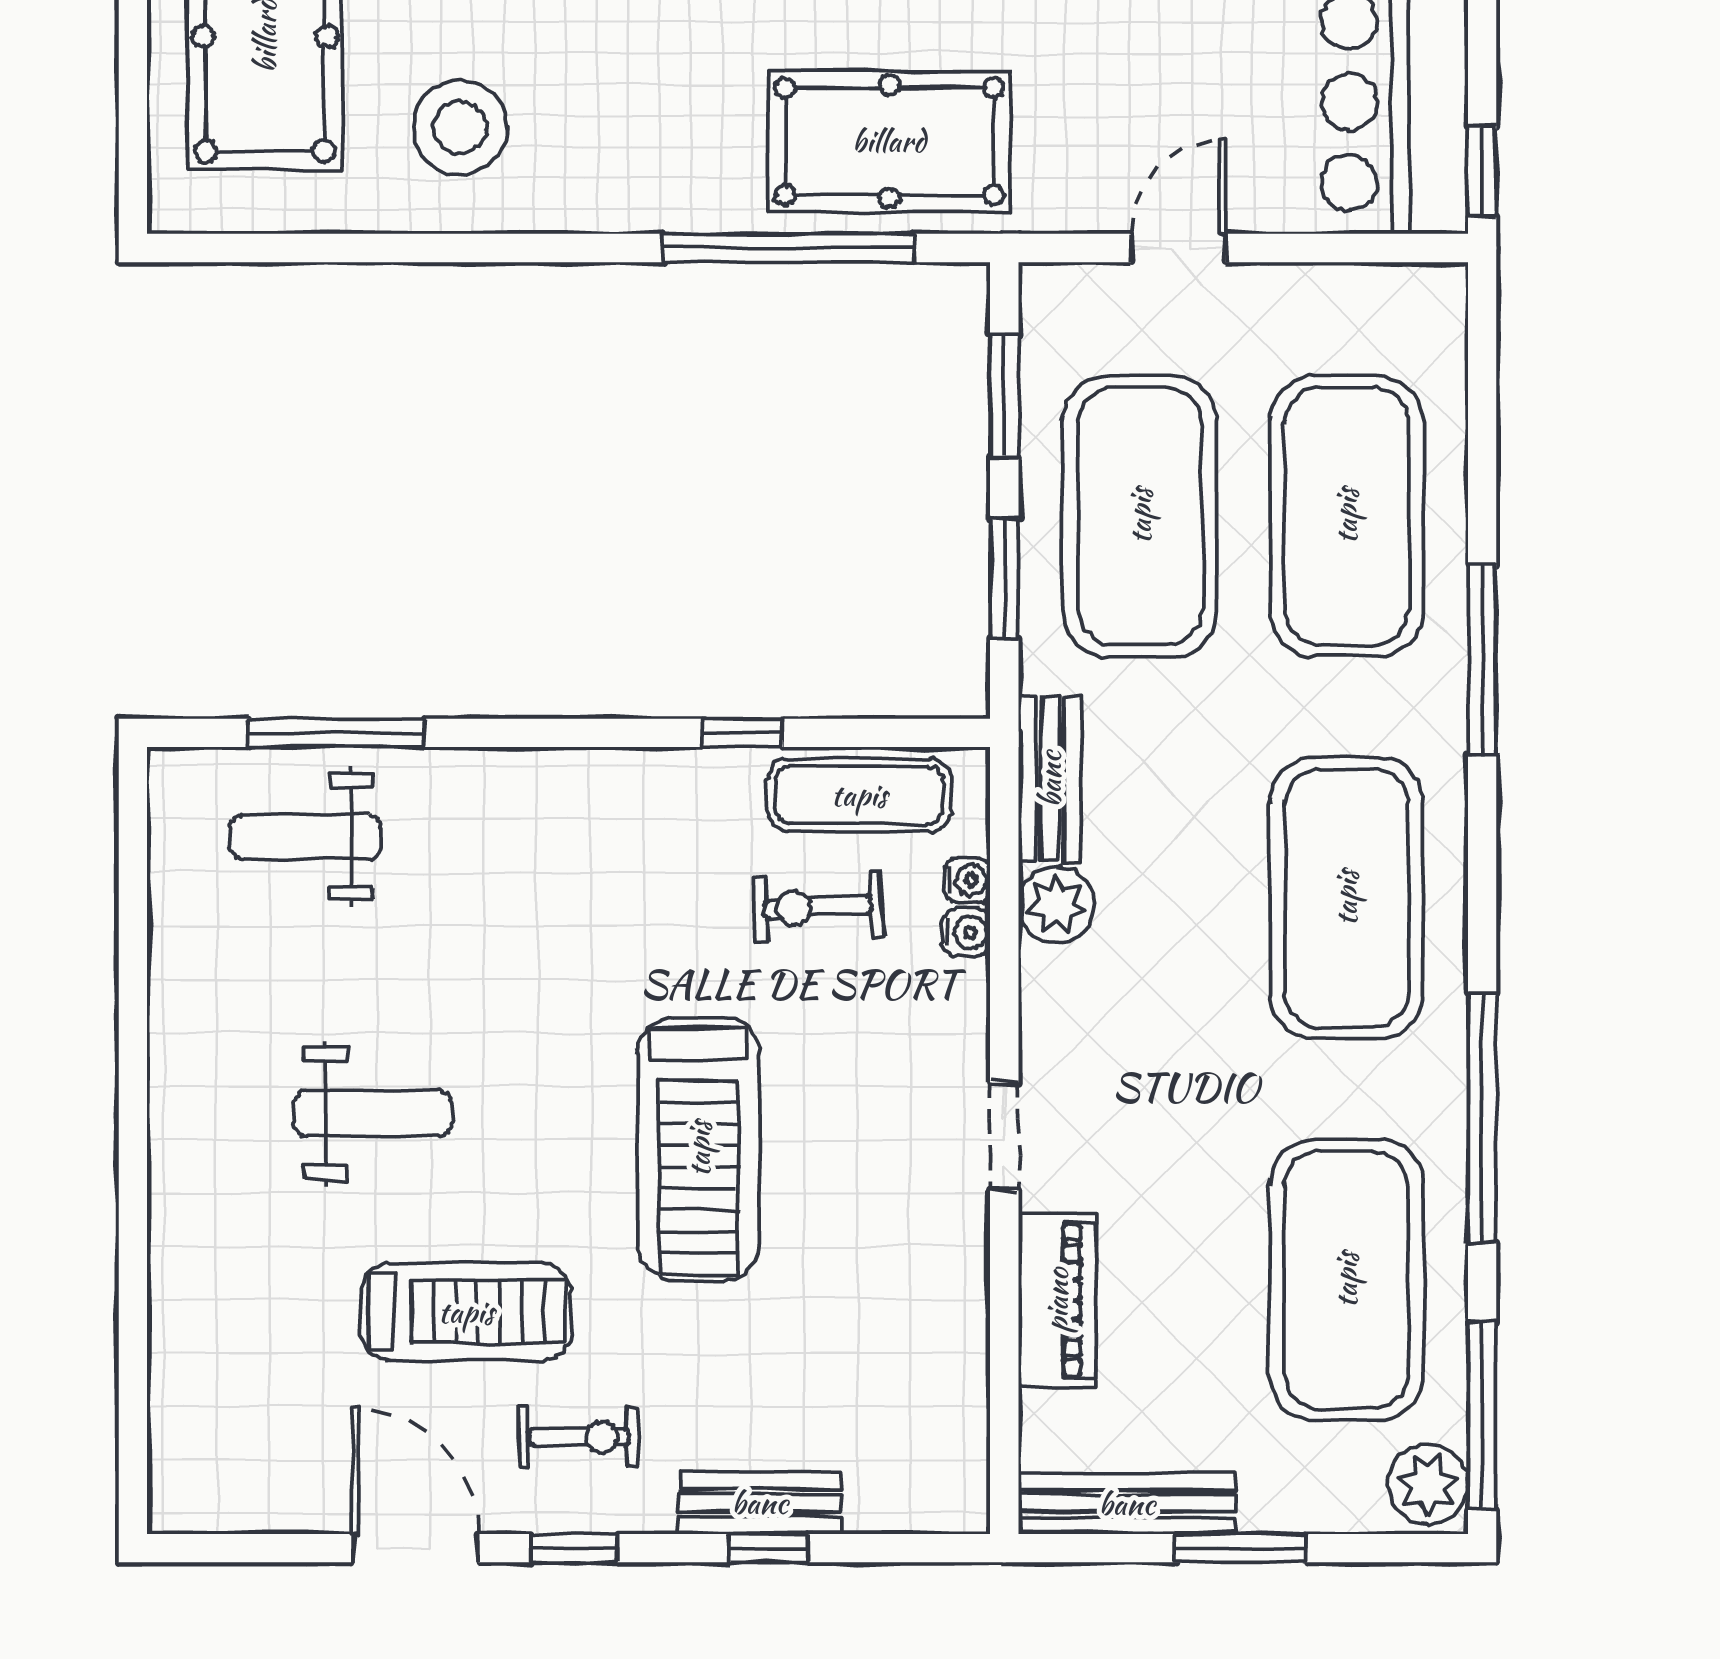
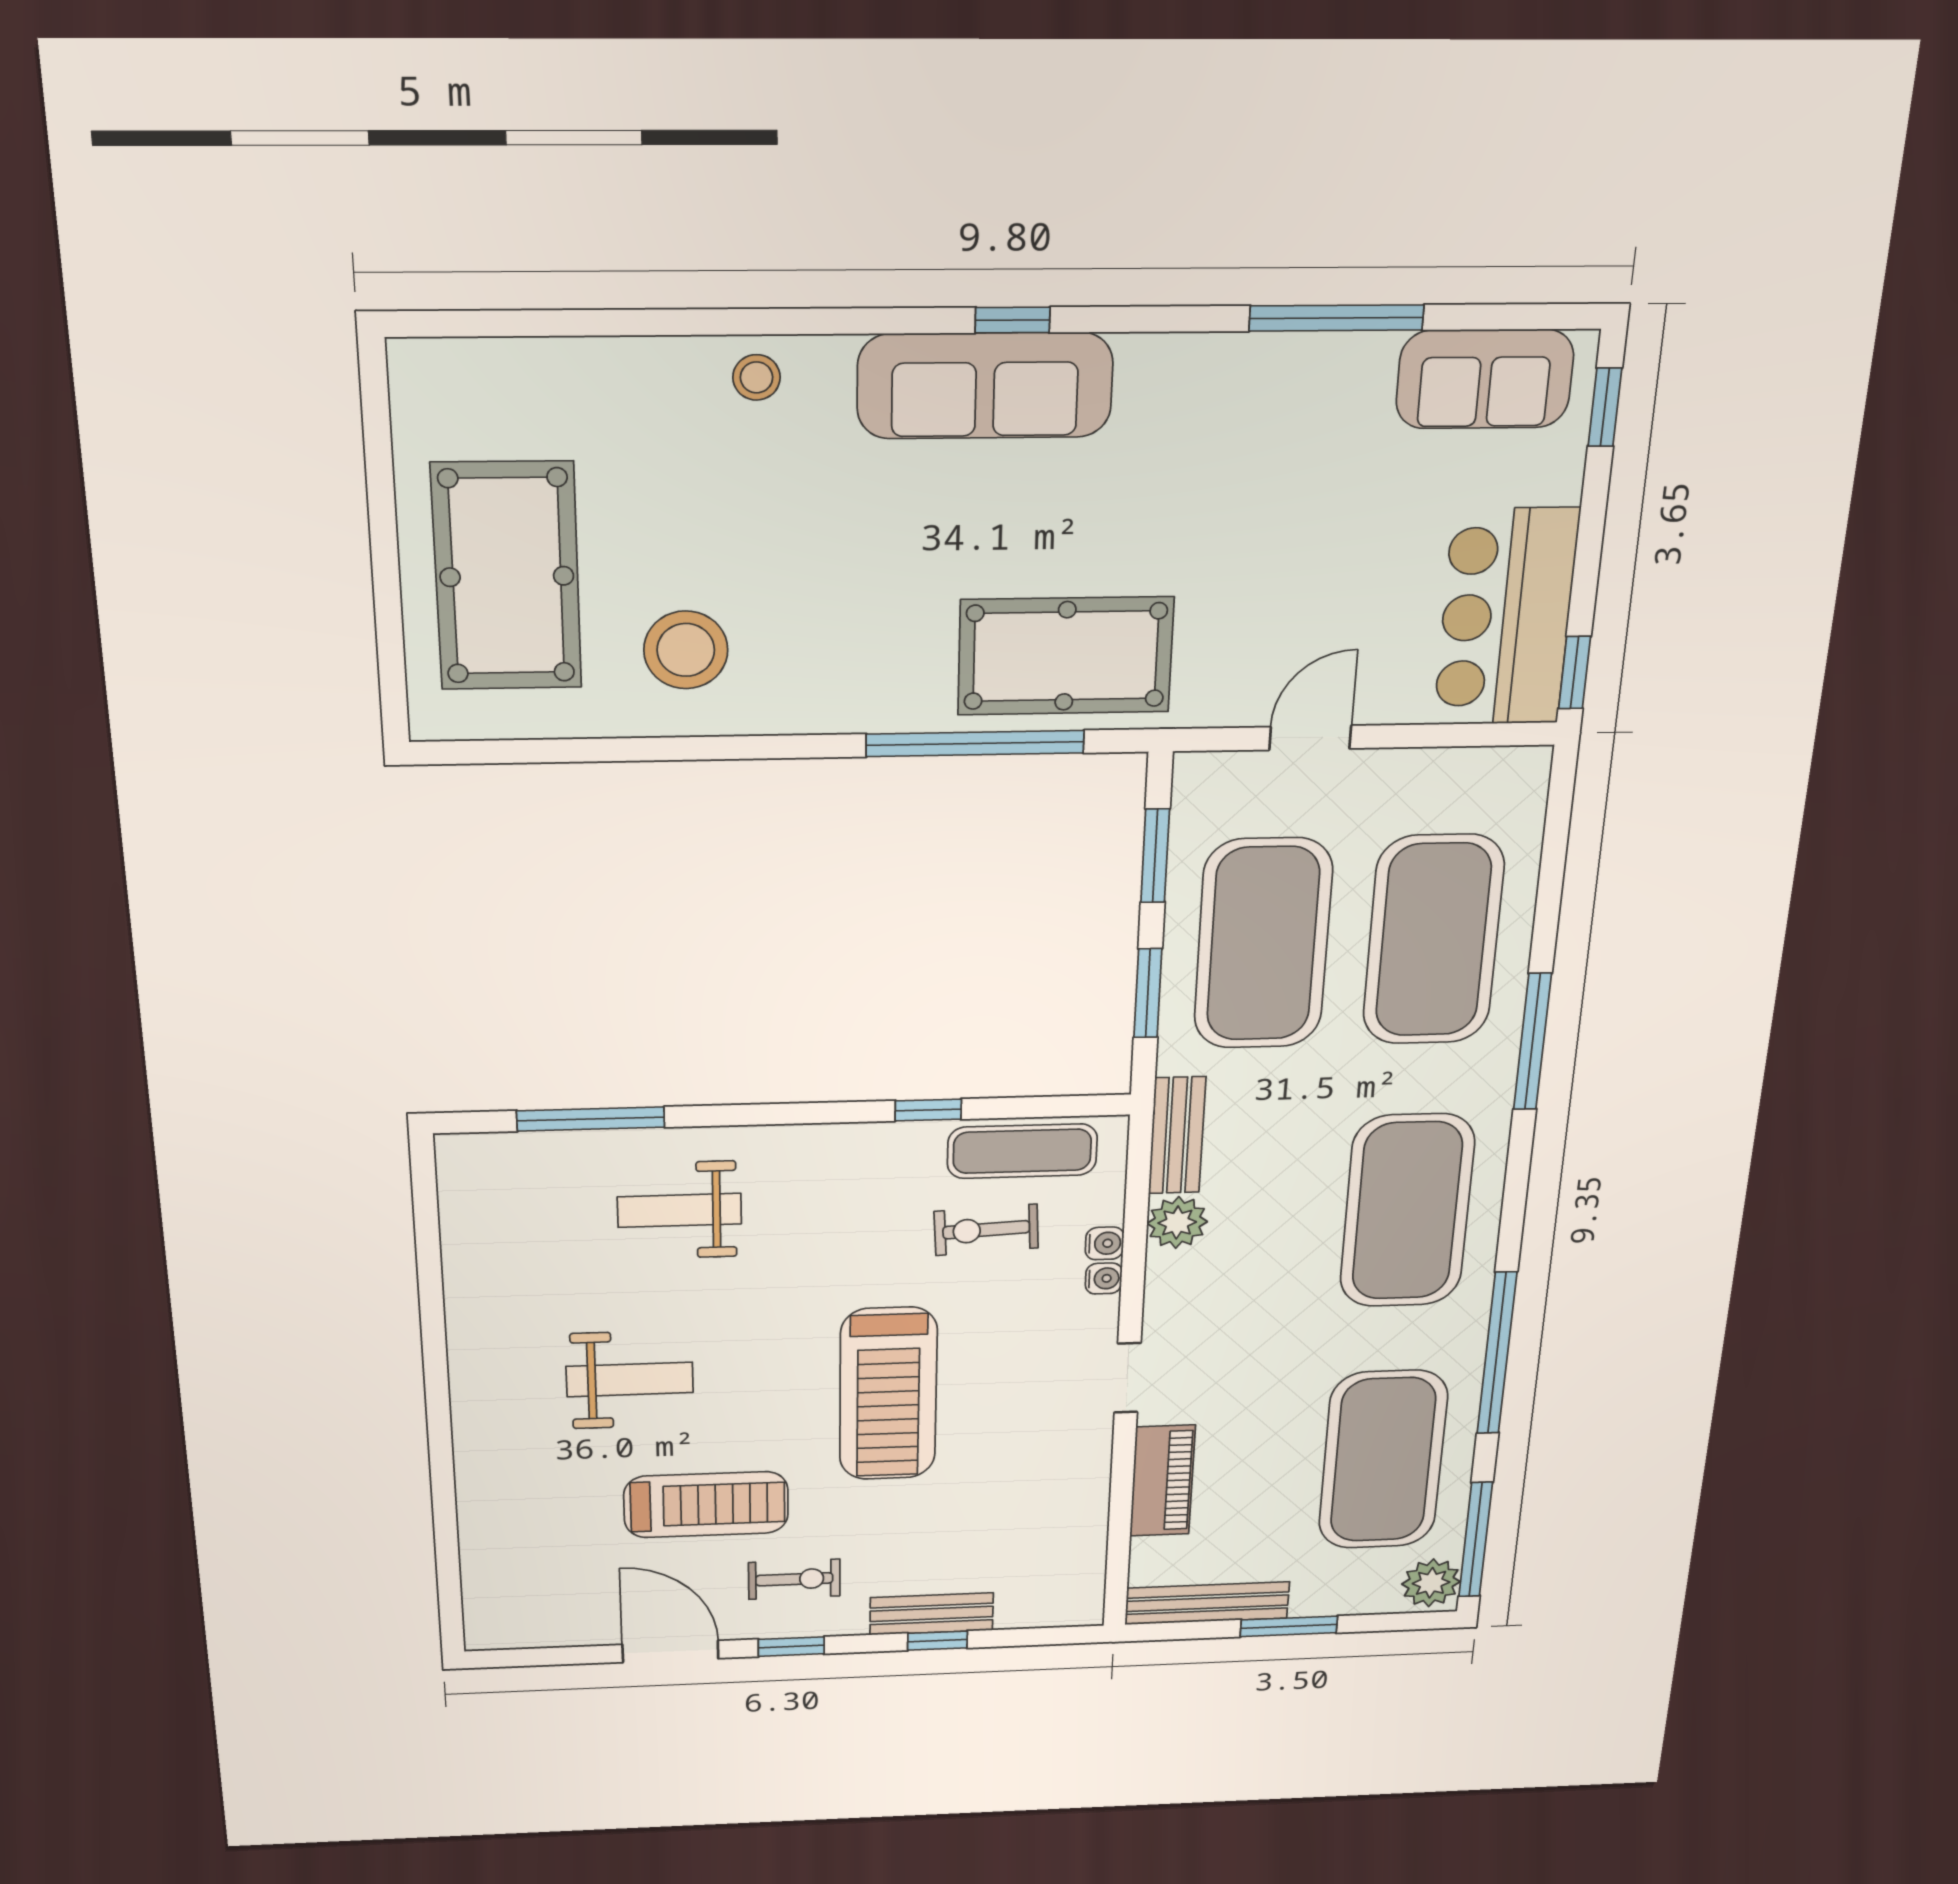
weight bench: (306, 837) -> (679, 1210), moved
water cooler: (967, 880) -> (1104, 1278), moved

